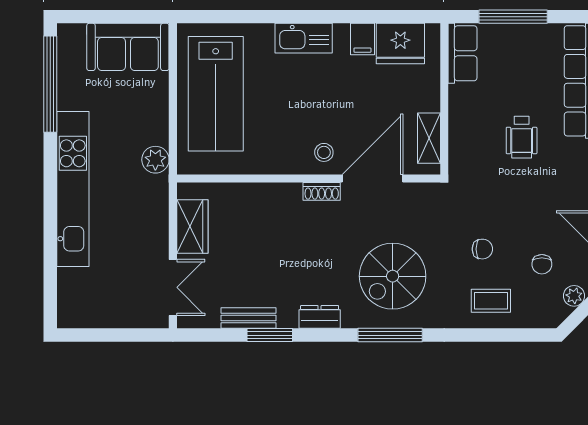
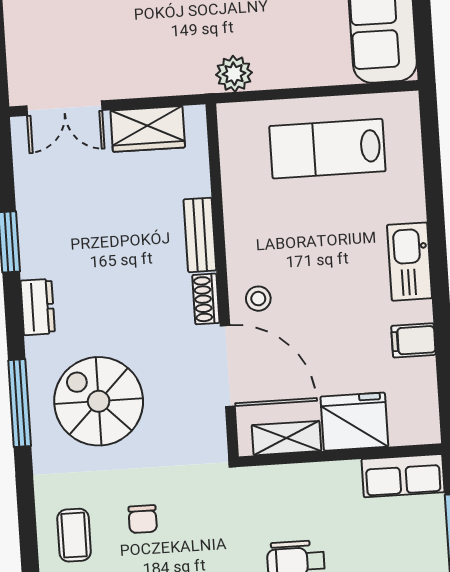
fridge: (400, 43) -> (354, 422), moved, turned 90
lab bench: (216, 94) -> (327, 149), width x0.73, depth x0.72
bench: (248, 318) -> (200, 235), moved

